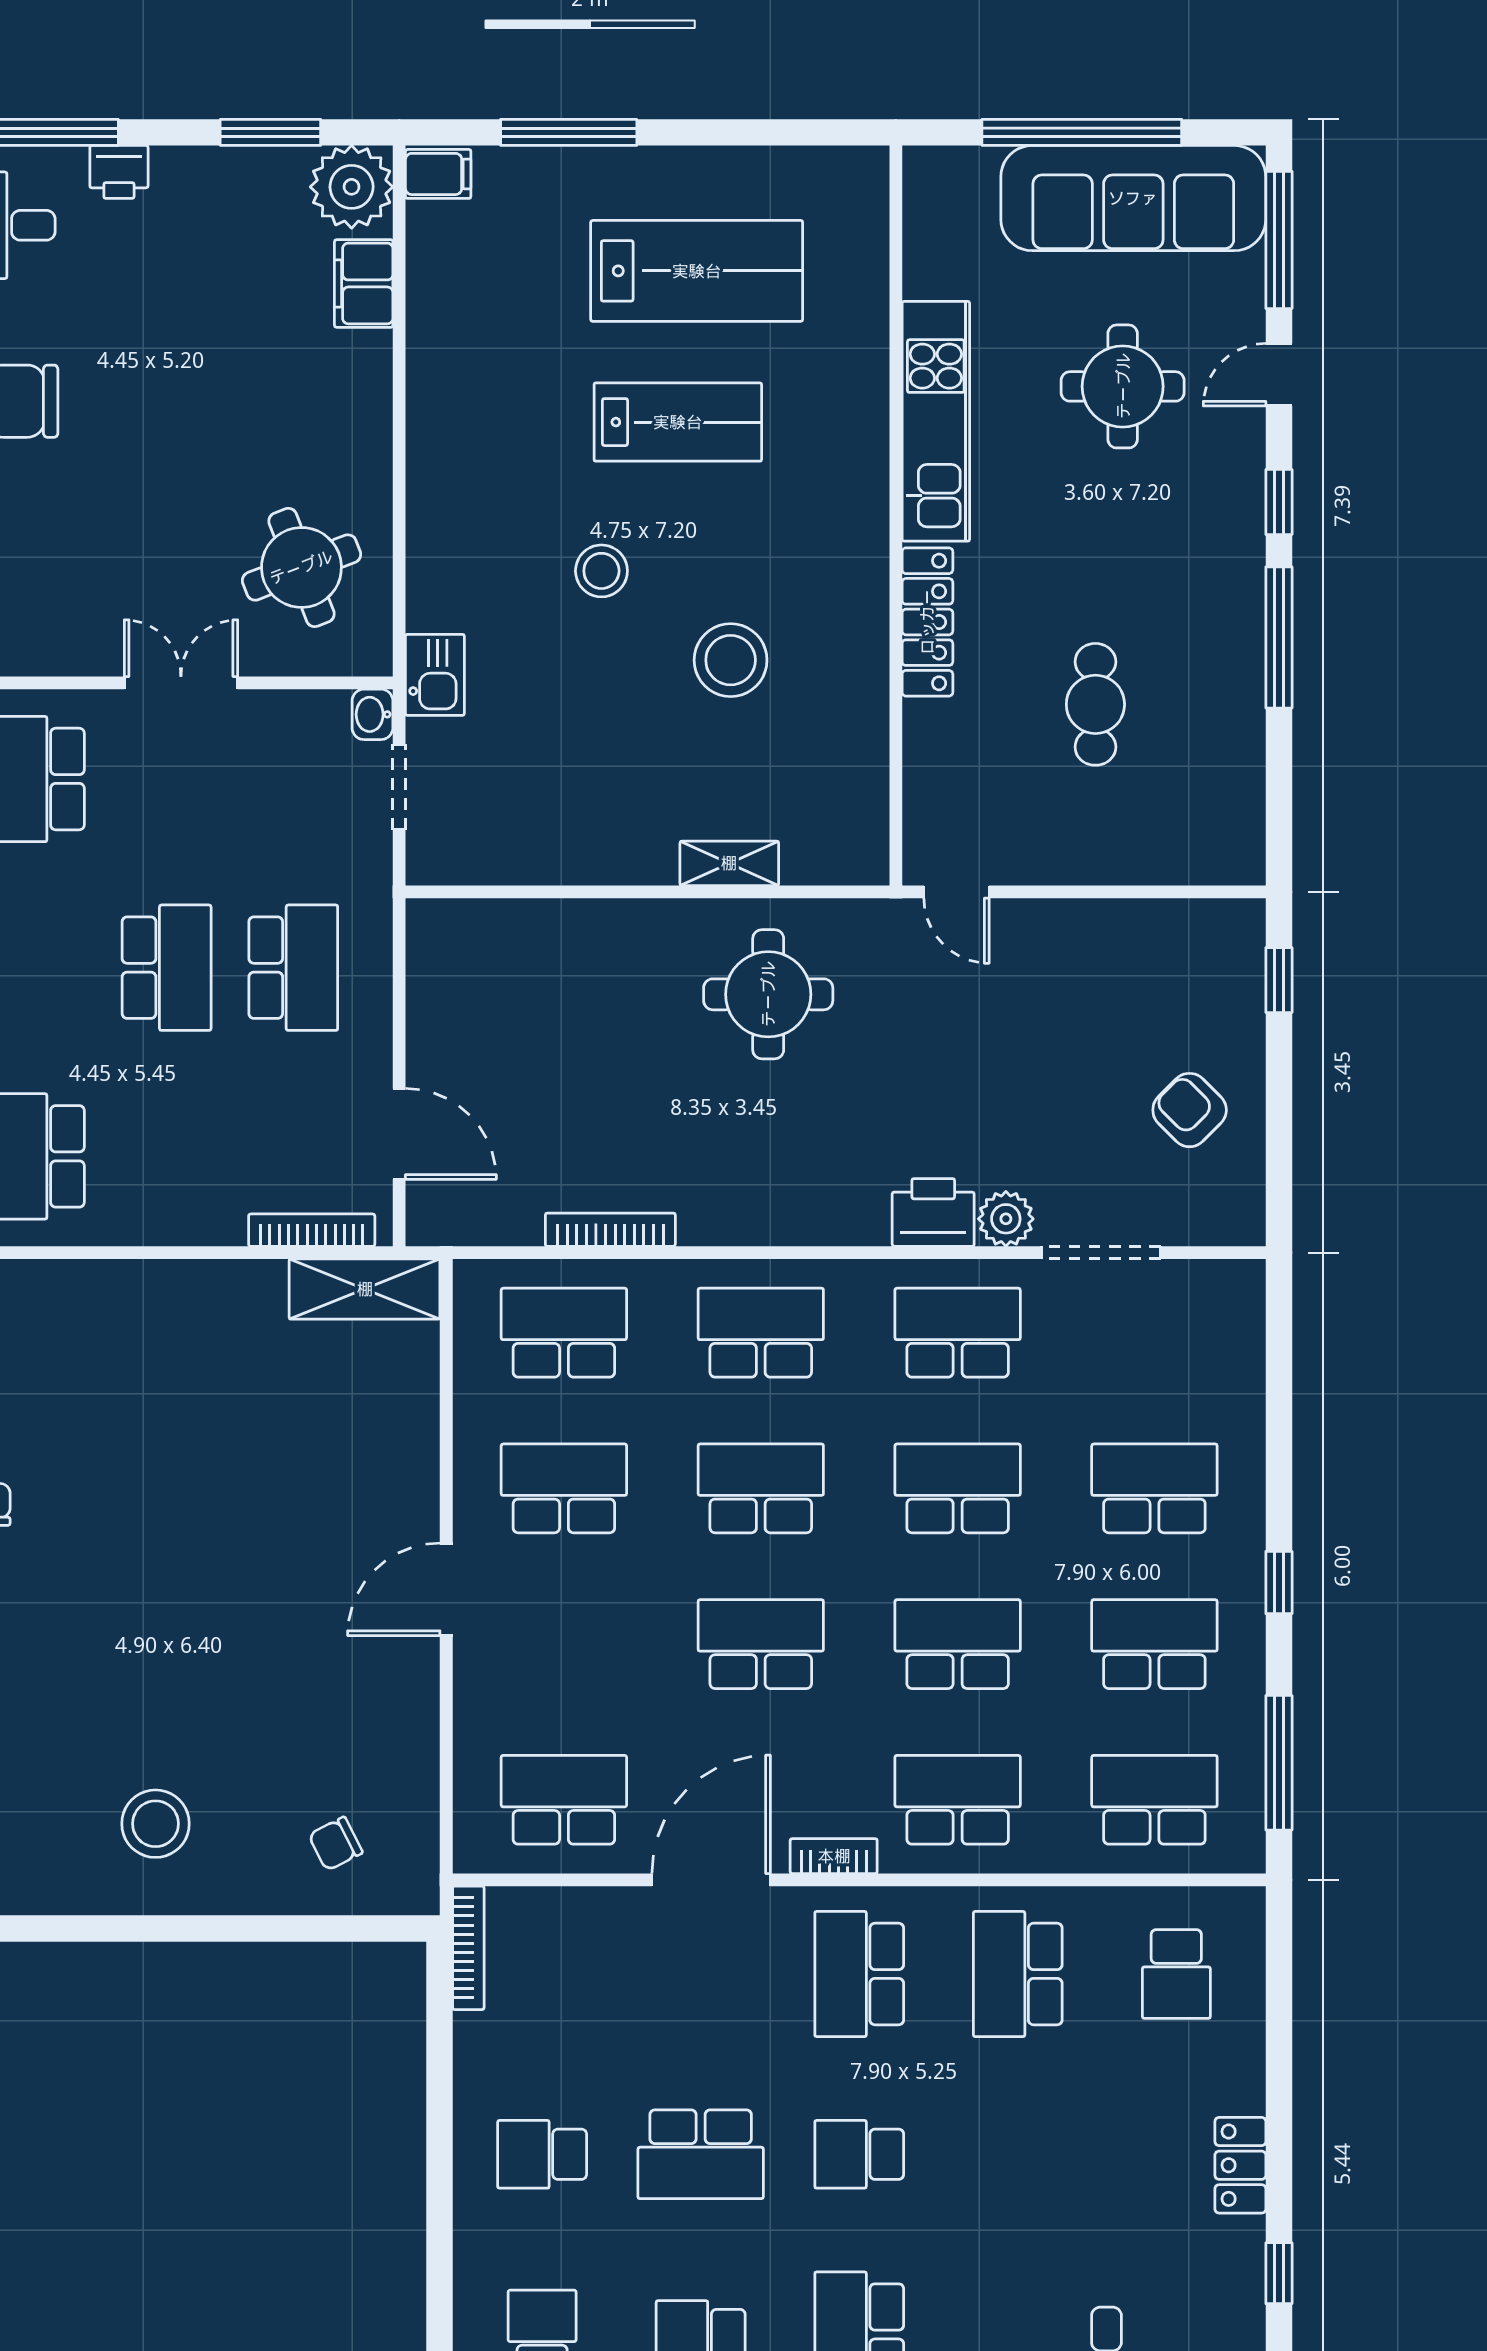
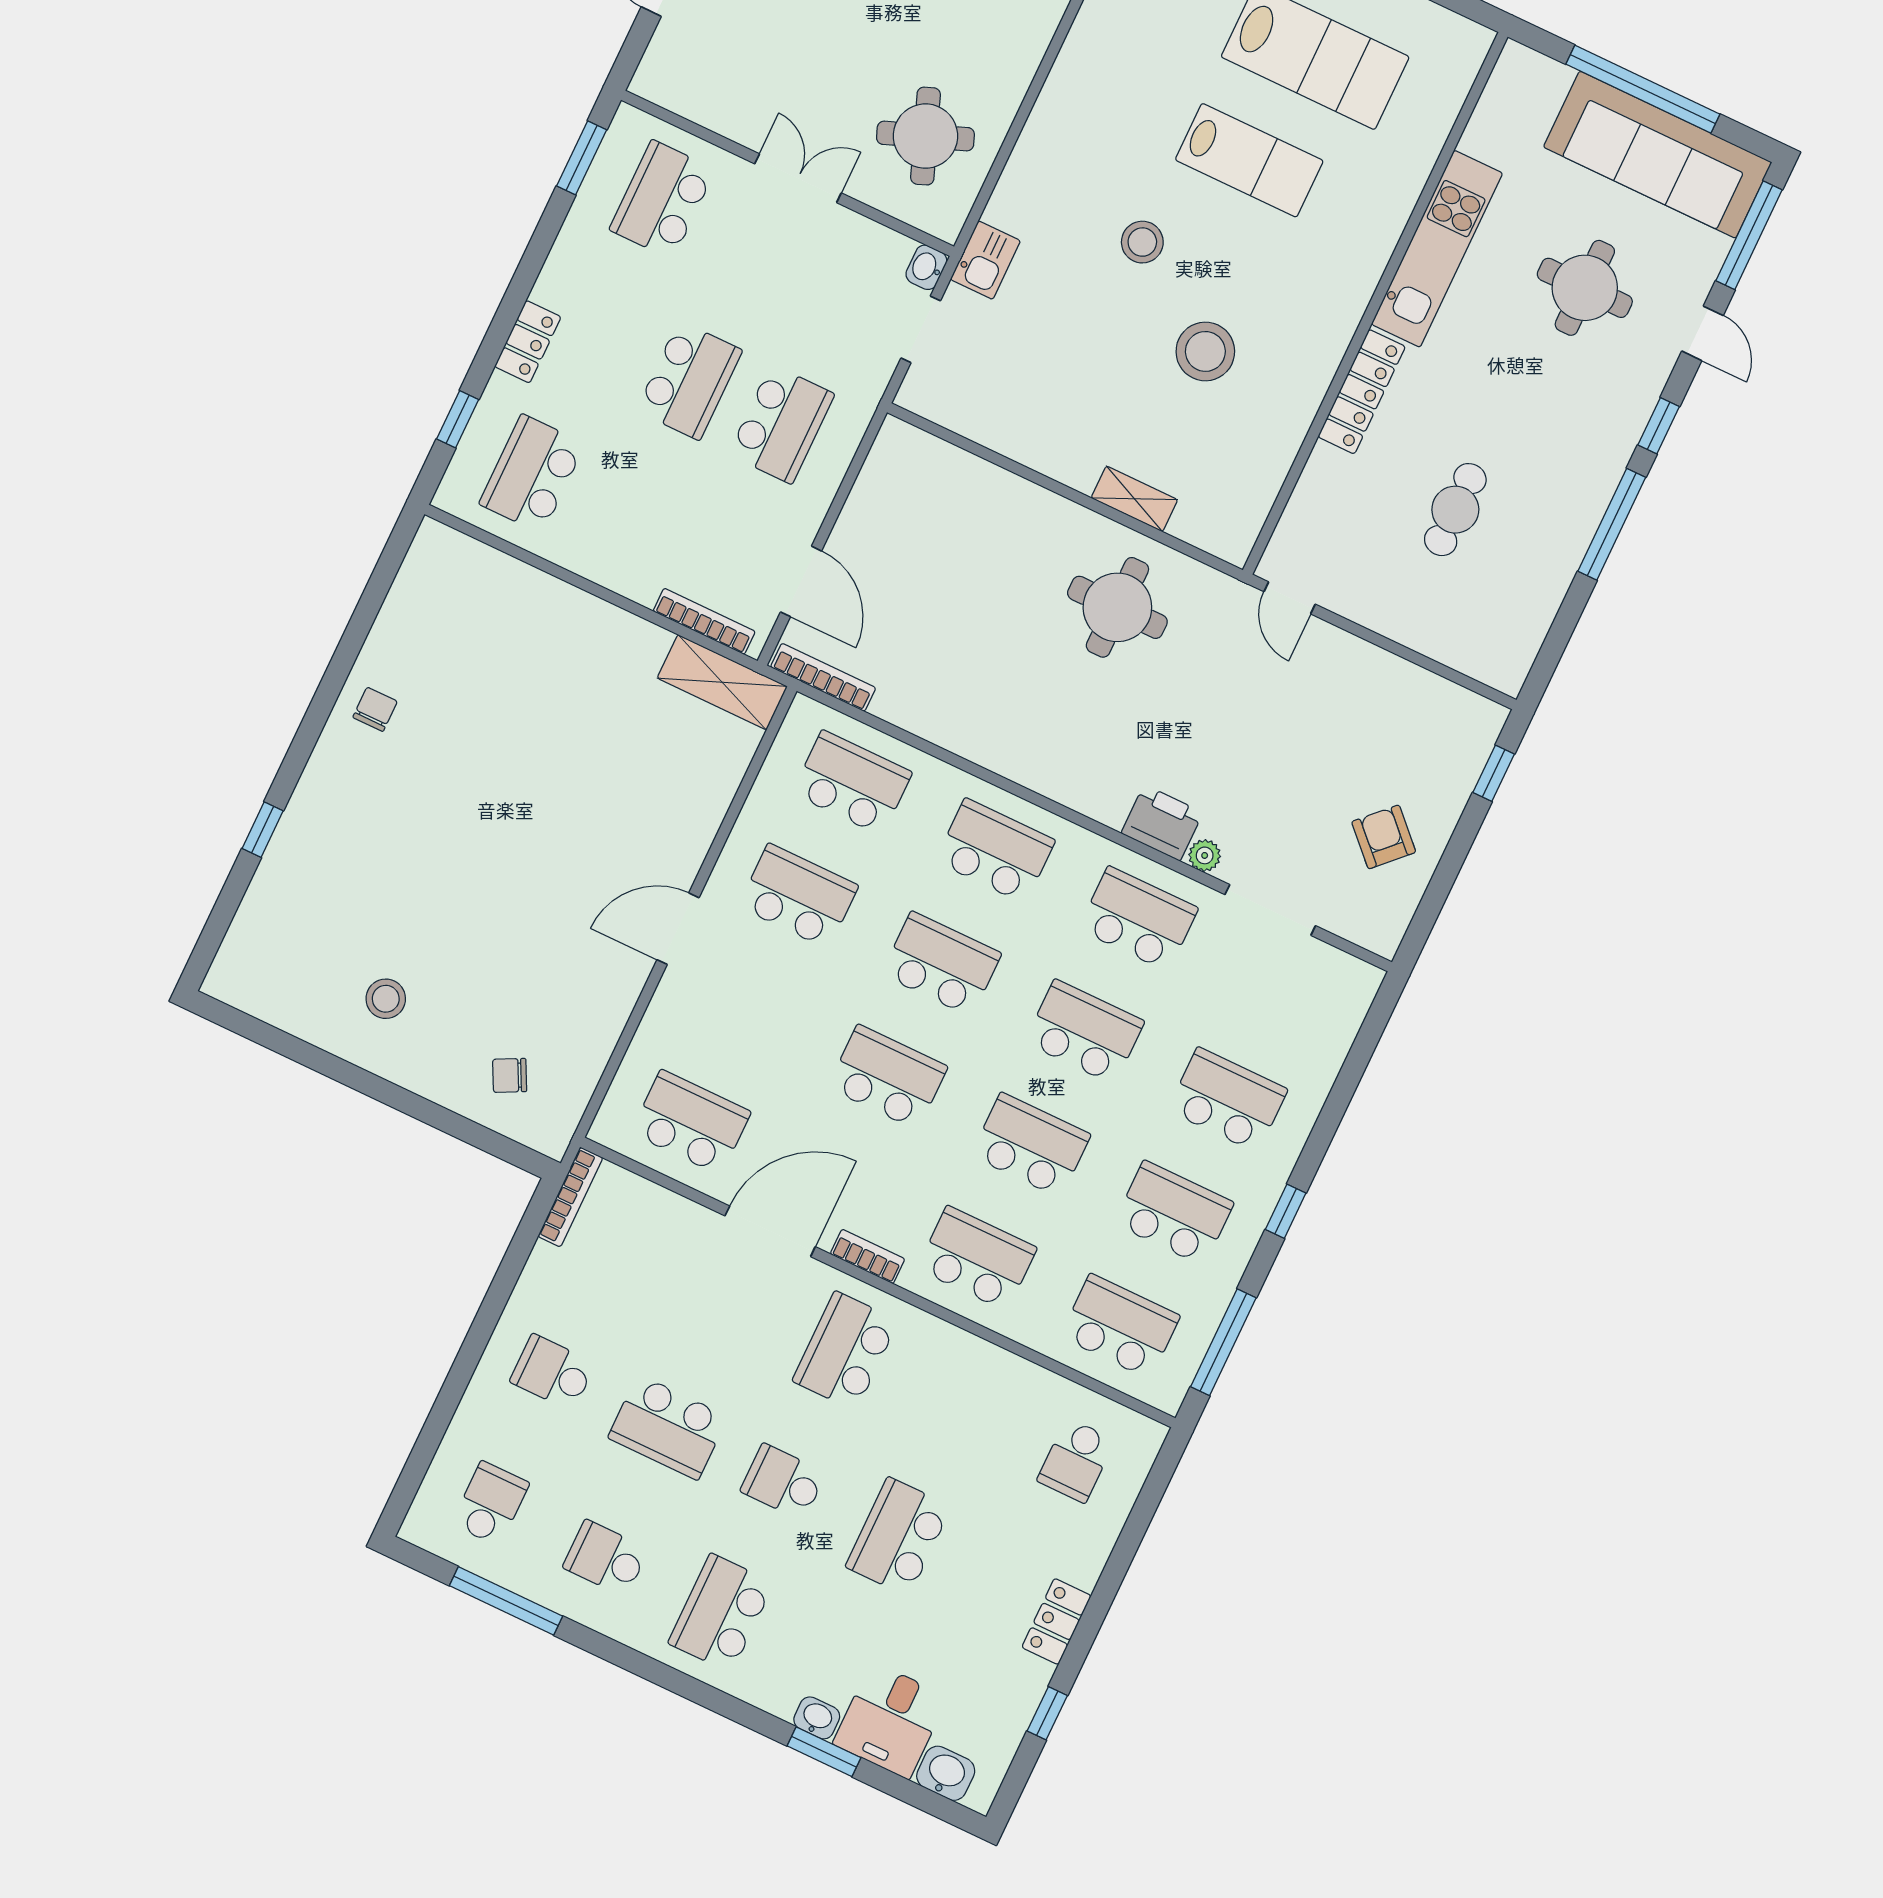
door: (1279, 375) -> (1702, 333), swing flipped
plant: (1006, 1219) -> (1205, 855), width x0.73, depth x0.73
bookcase: (610, 1230) -> (823, 677), moved
stool: (155, 1824) -> (386, 999), width x0.73, depth x0.73
school desk: (1018, 1974) -> (898, 1537), moved

